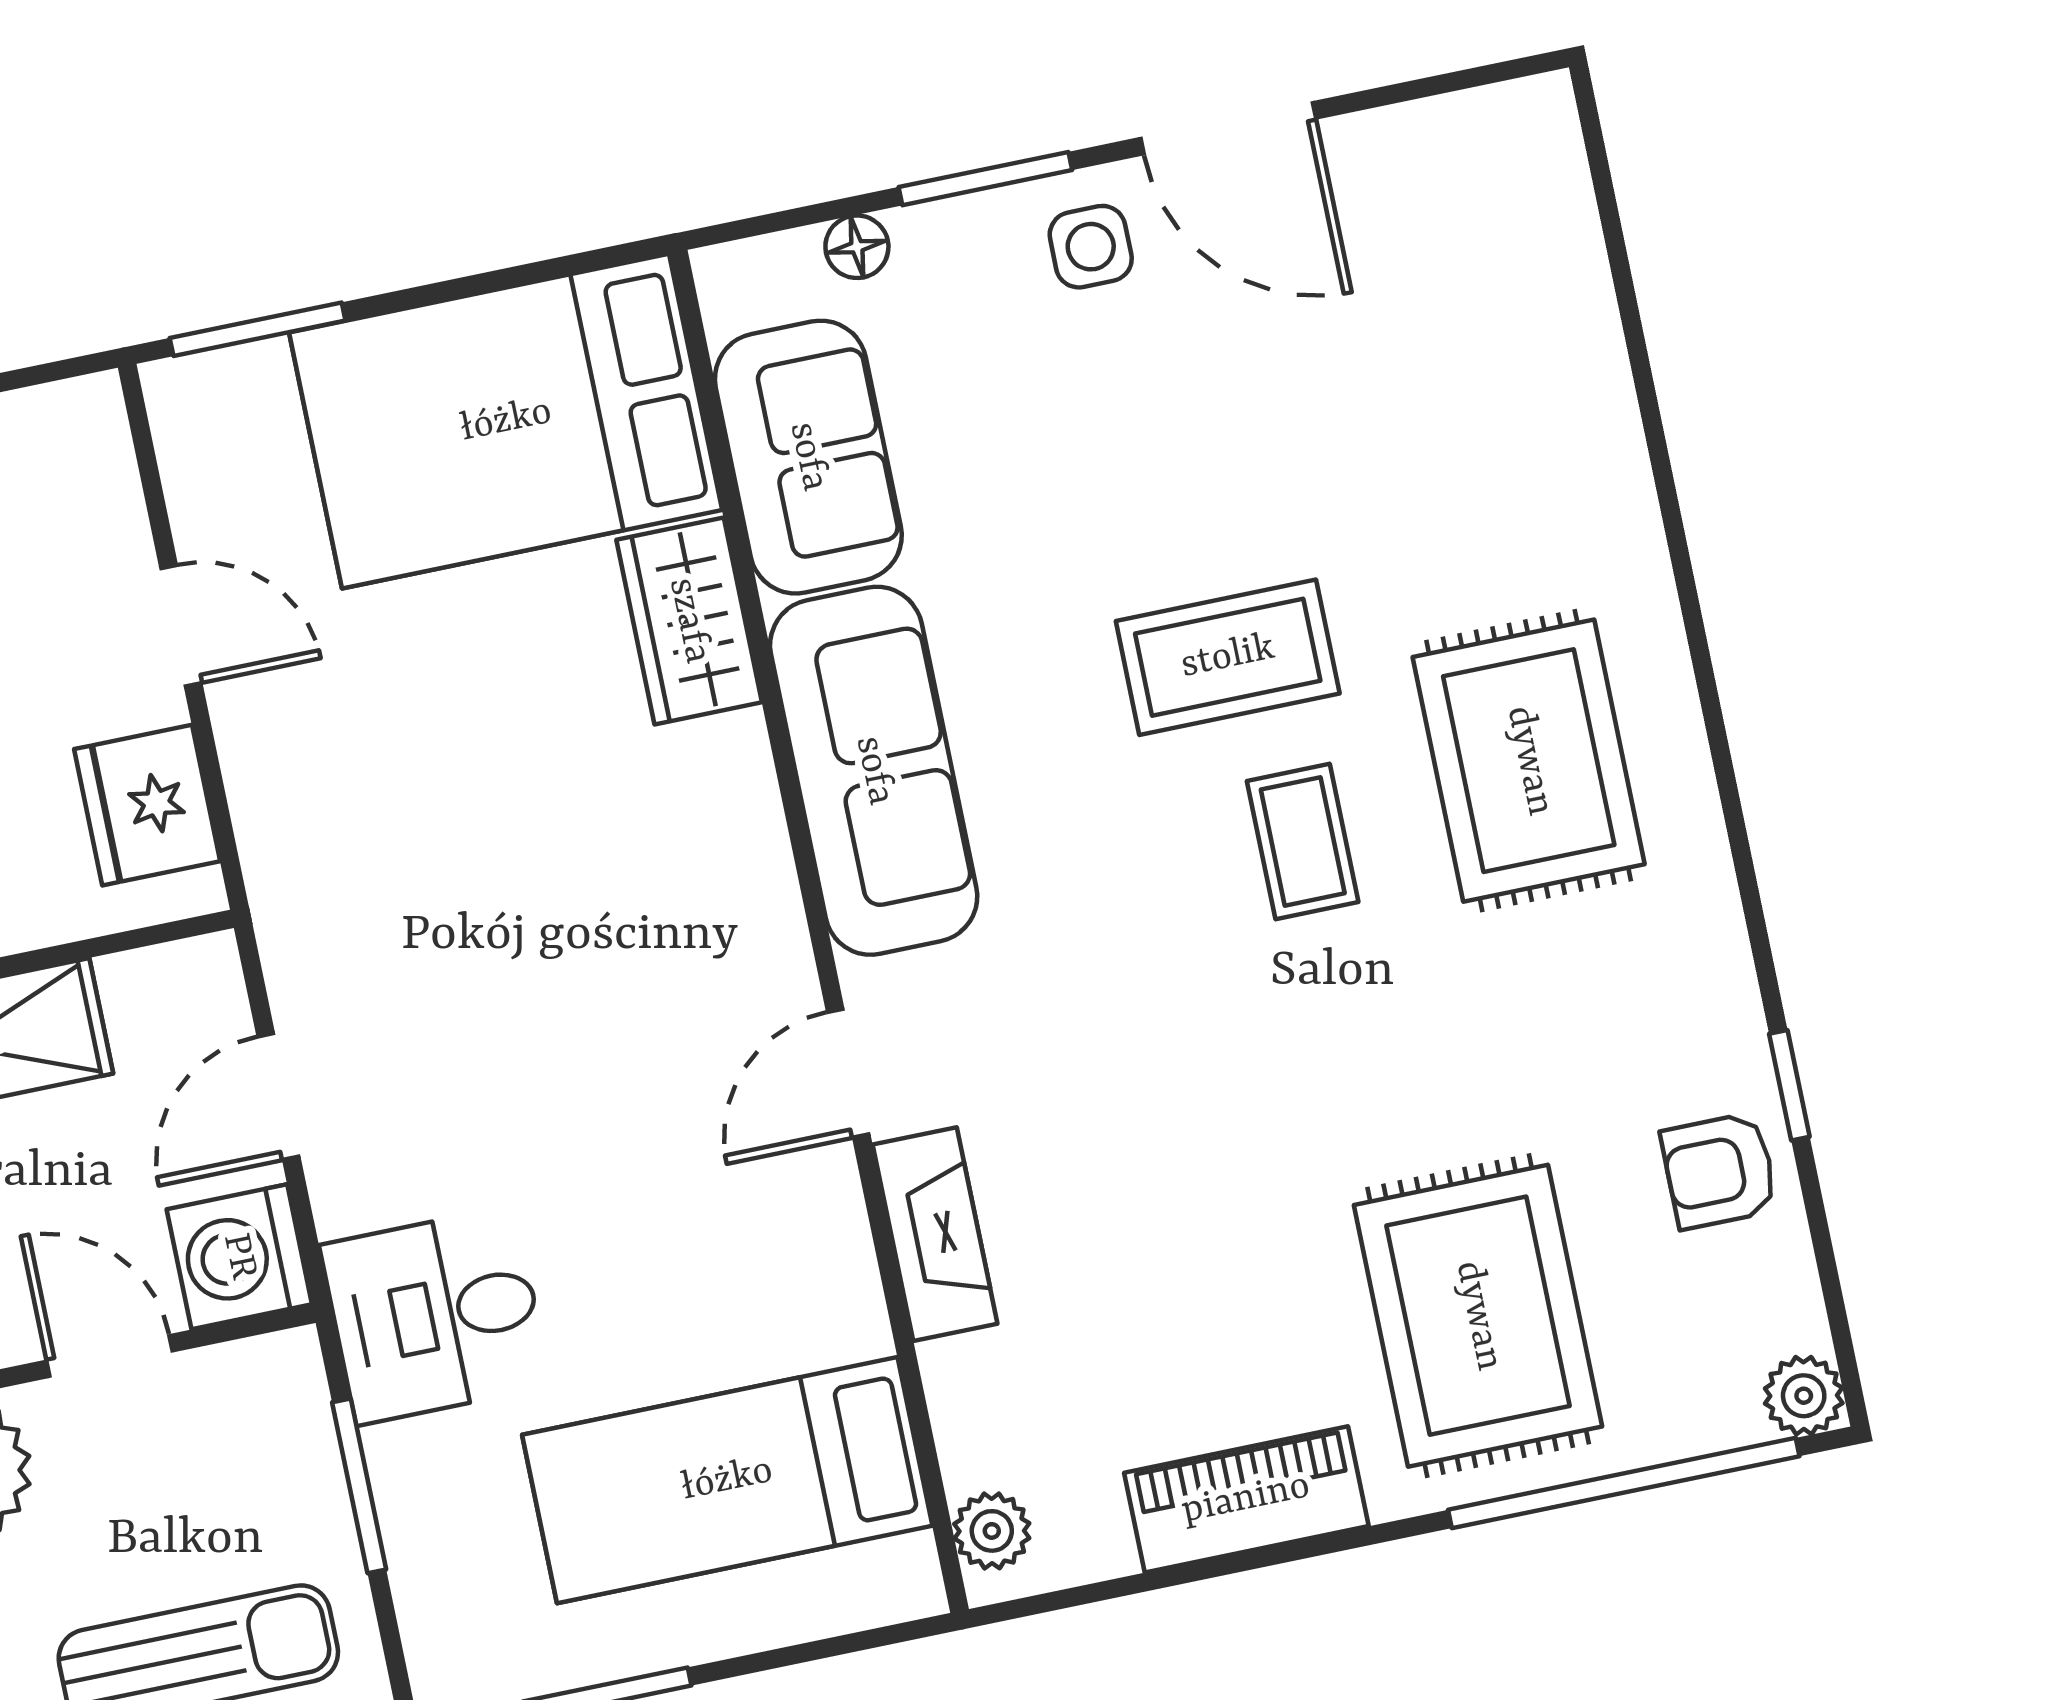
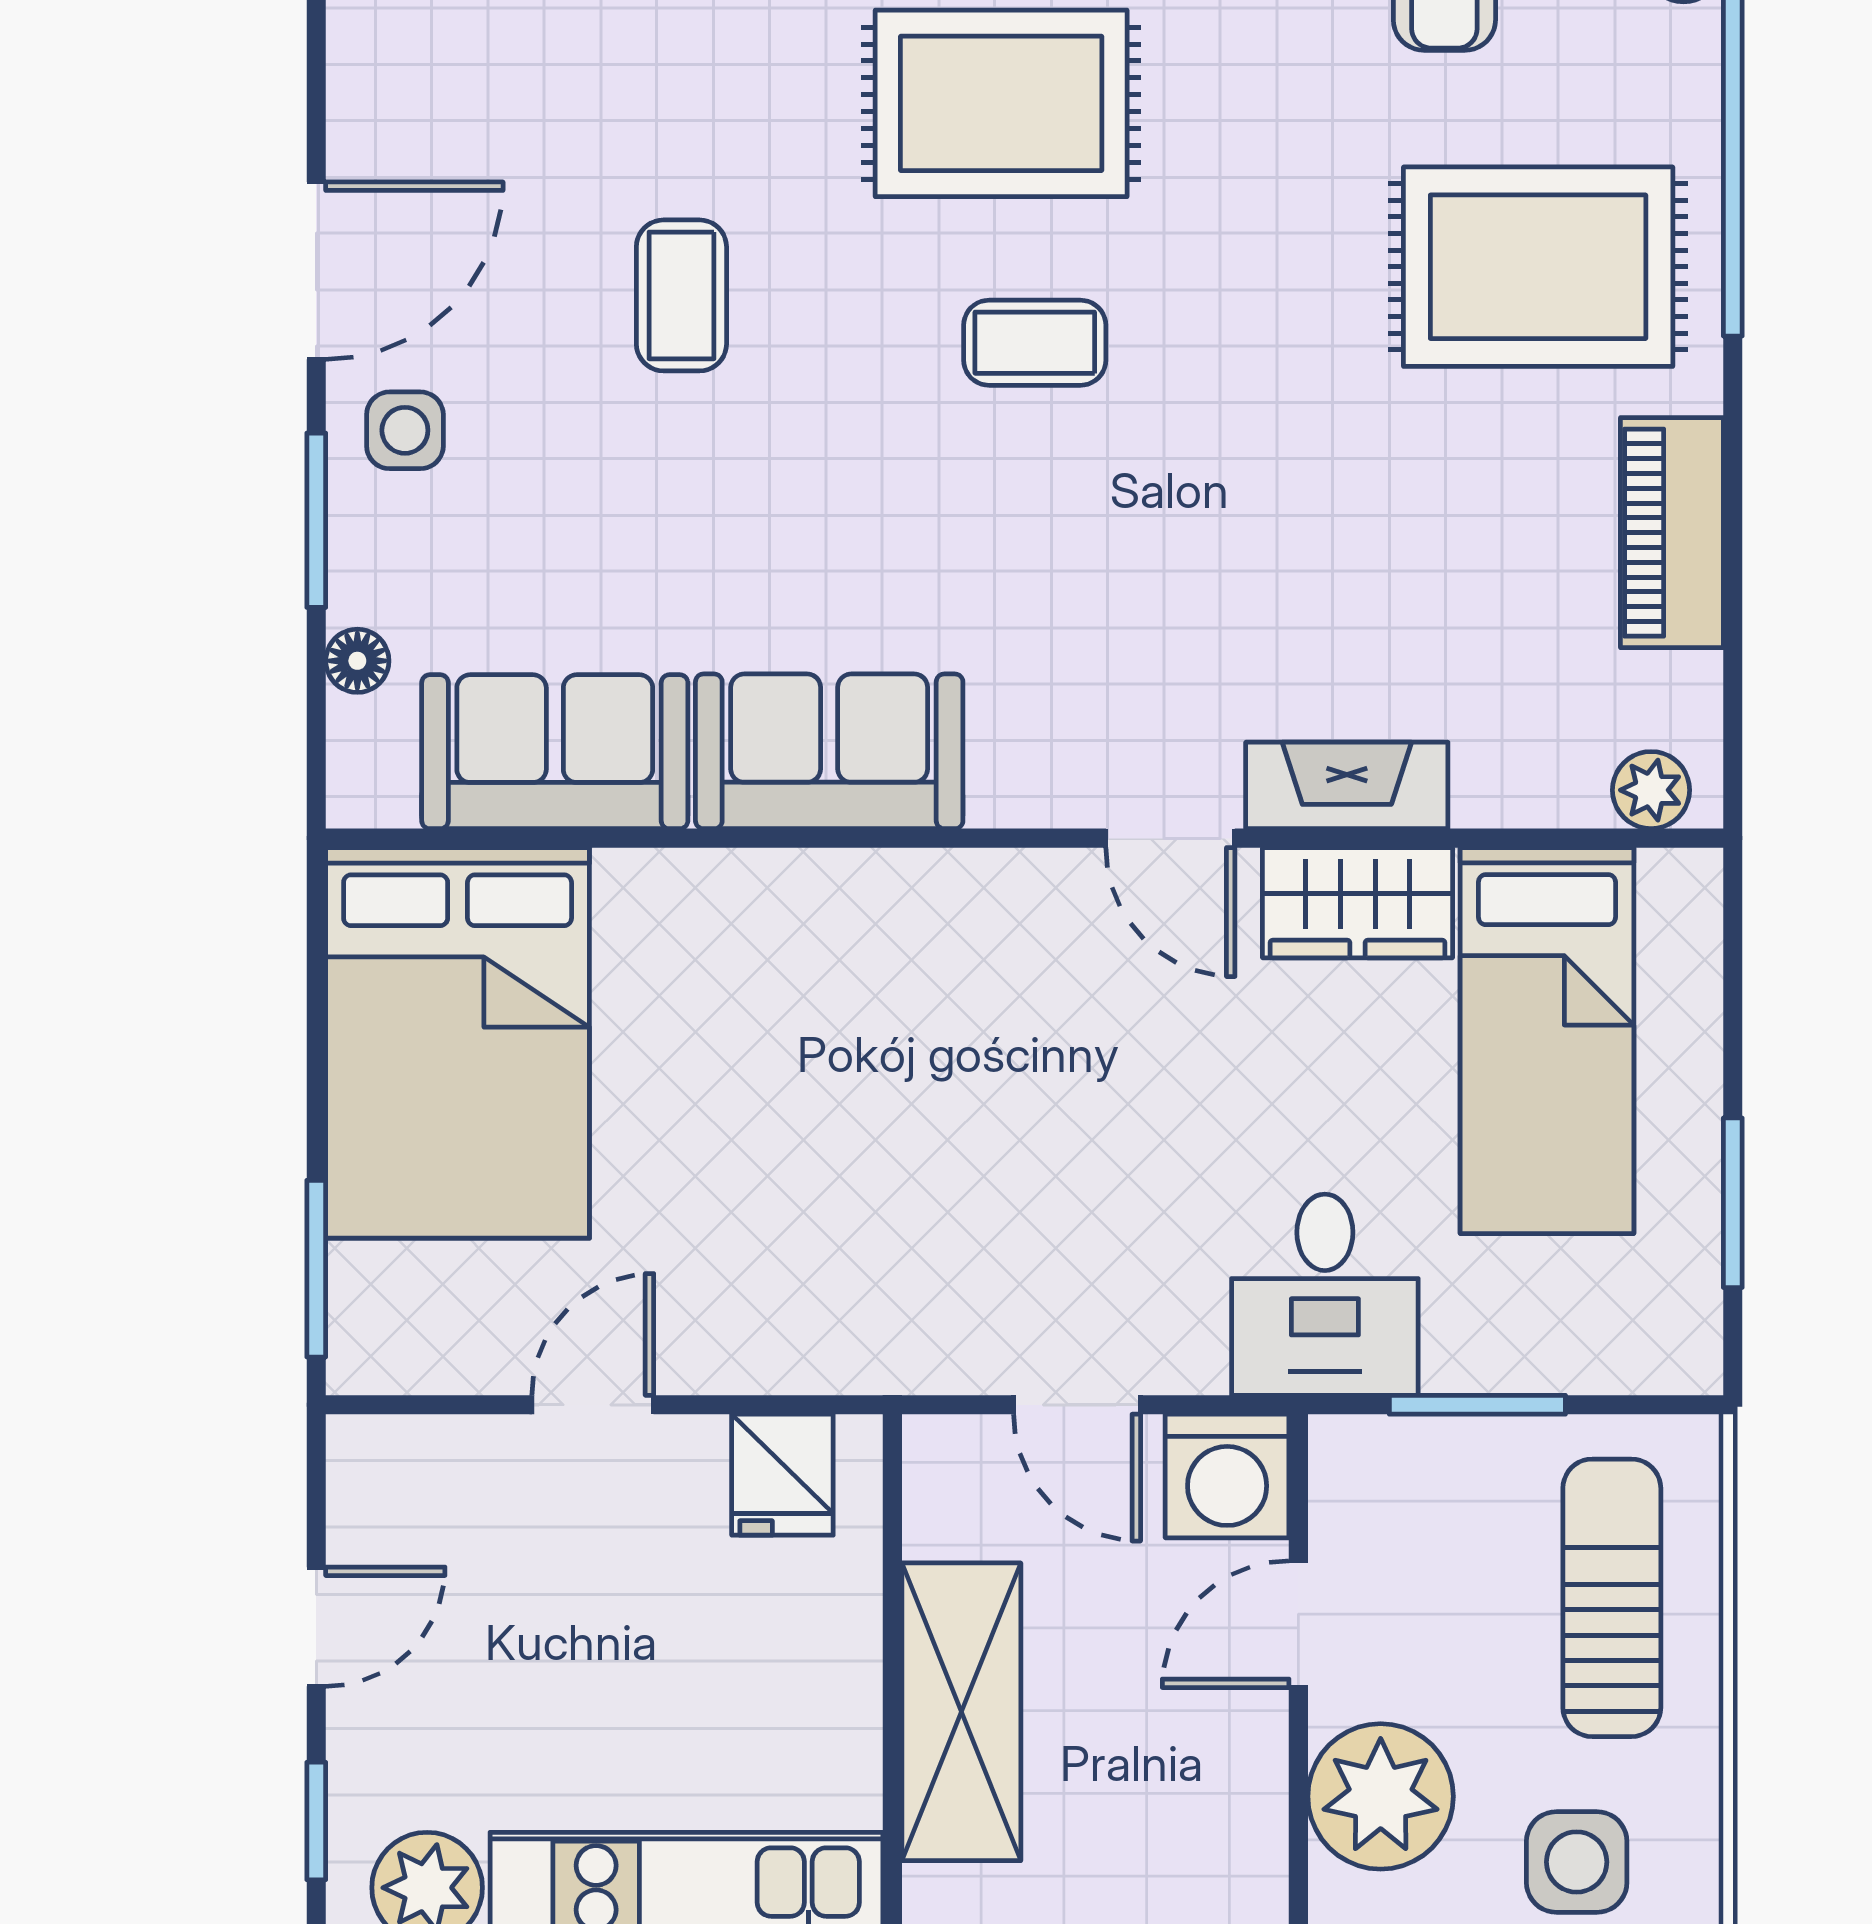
wardrobe: (689, 621) -> (1358, 903), moved
coffee table: (1228, 657) -> (681, 295), moved, width x0.73, depth x0.77
sofa: (874, 771) -> (829, 751), width x0.73
fridge: (147, 805) -> (782, 1475), width x0.72

